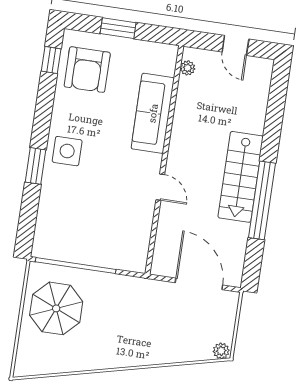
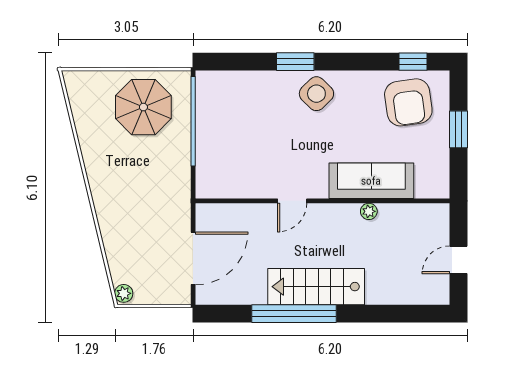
plant: (188, 68) -> (369, 211), moved
armchair: (87, 70) -> (408, 102), turned -98
side table: (67, 151) -> (316, 94), turned 45

